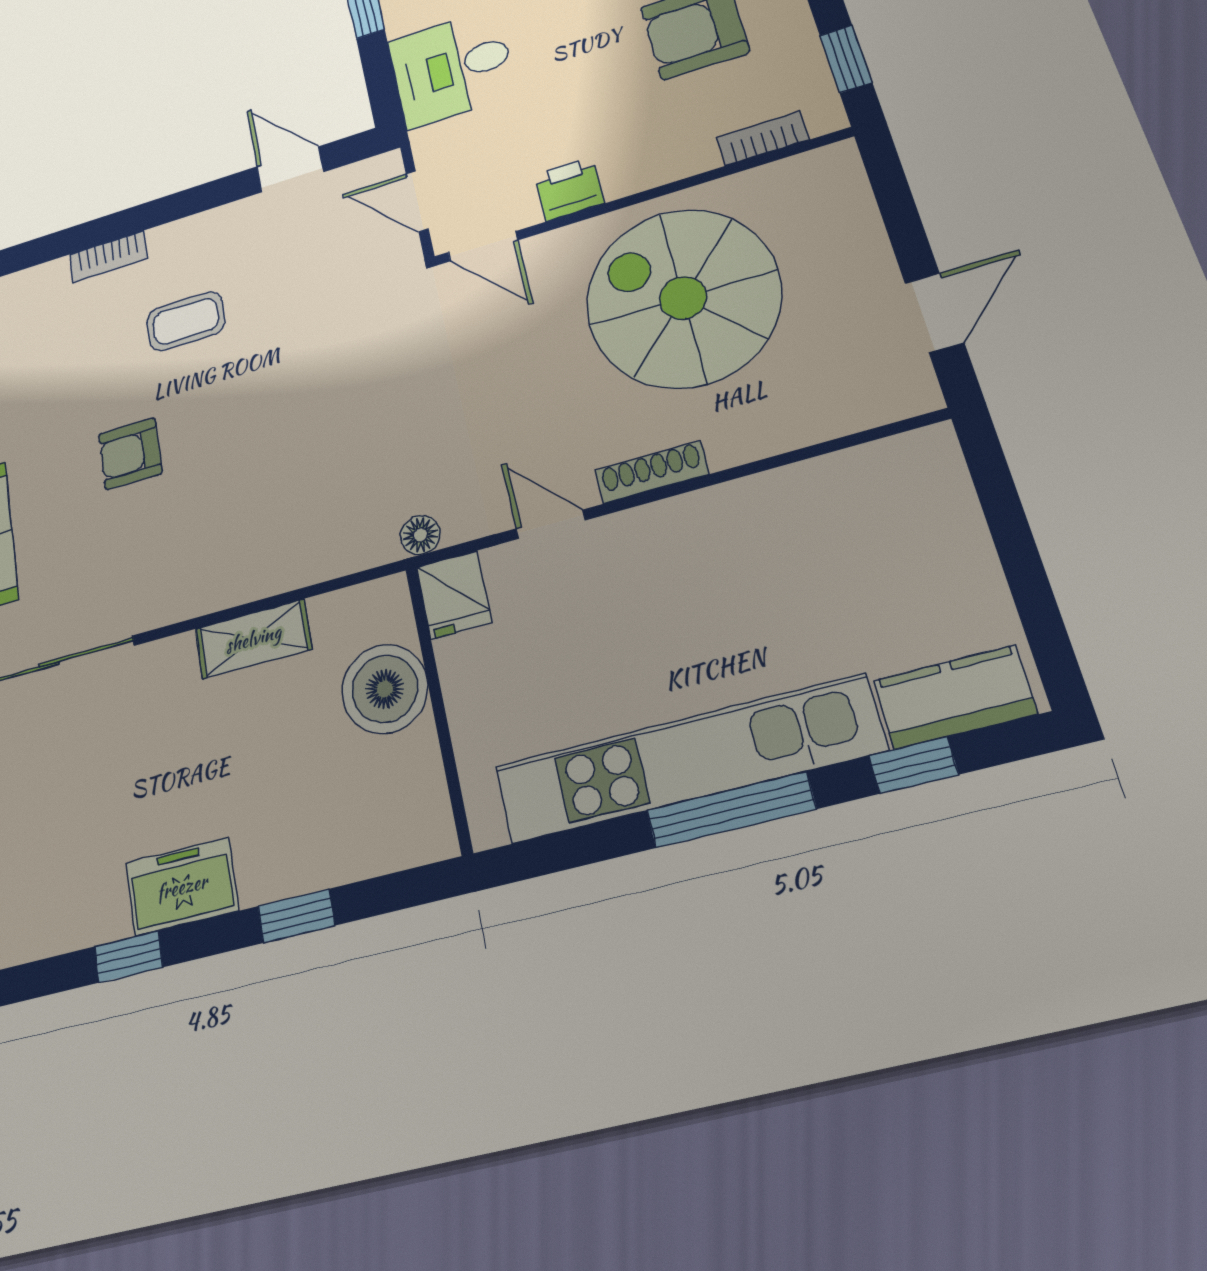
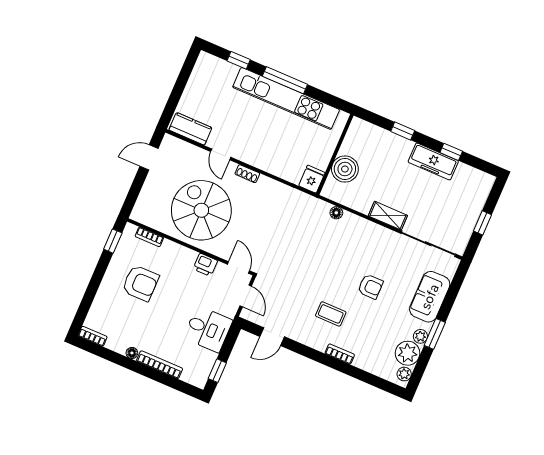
door: (290, 169) -> (272, 337), hinge flipped
spiral stairs: (683, 298) -> (201, 210), turned 180
shoe rack: (652, 472) -> (247, 174), width x0.70
door: (551, 524) -> (221, 154), moved
floor lamp: (420, 535) -> (336, 213), moved
shelving: (253, 639) -> (388, 216), moved
kitchen counter: (955, 697) -> (190, 129), moved, turned 180
freezer: (182, 887) -> (433, 161), width x1.40

